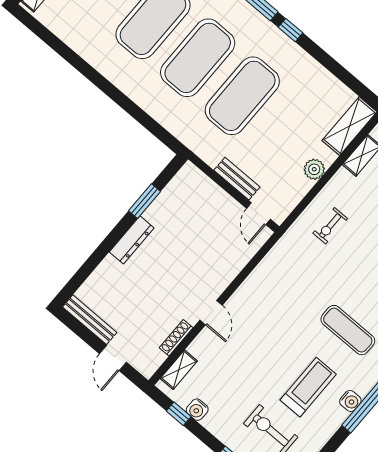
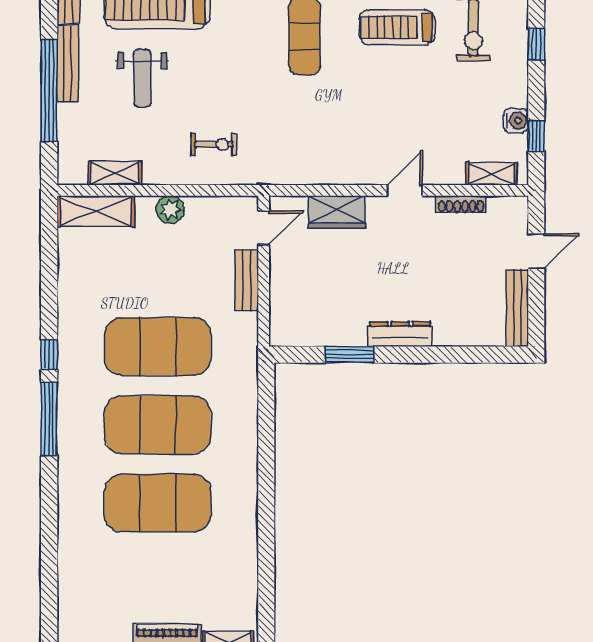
wardrobe: (232, 263) -> (337, 212), added

